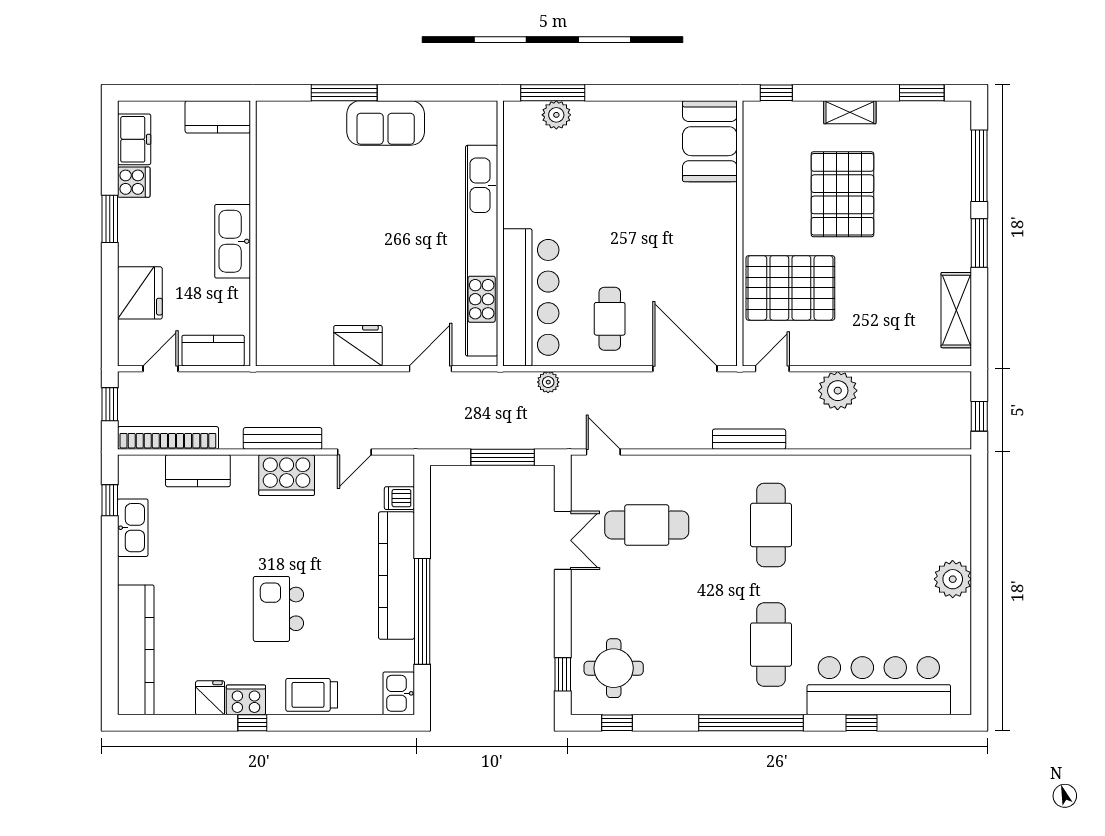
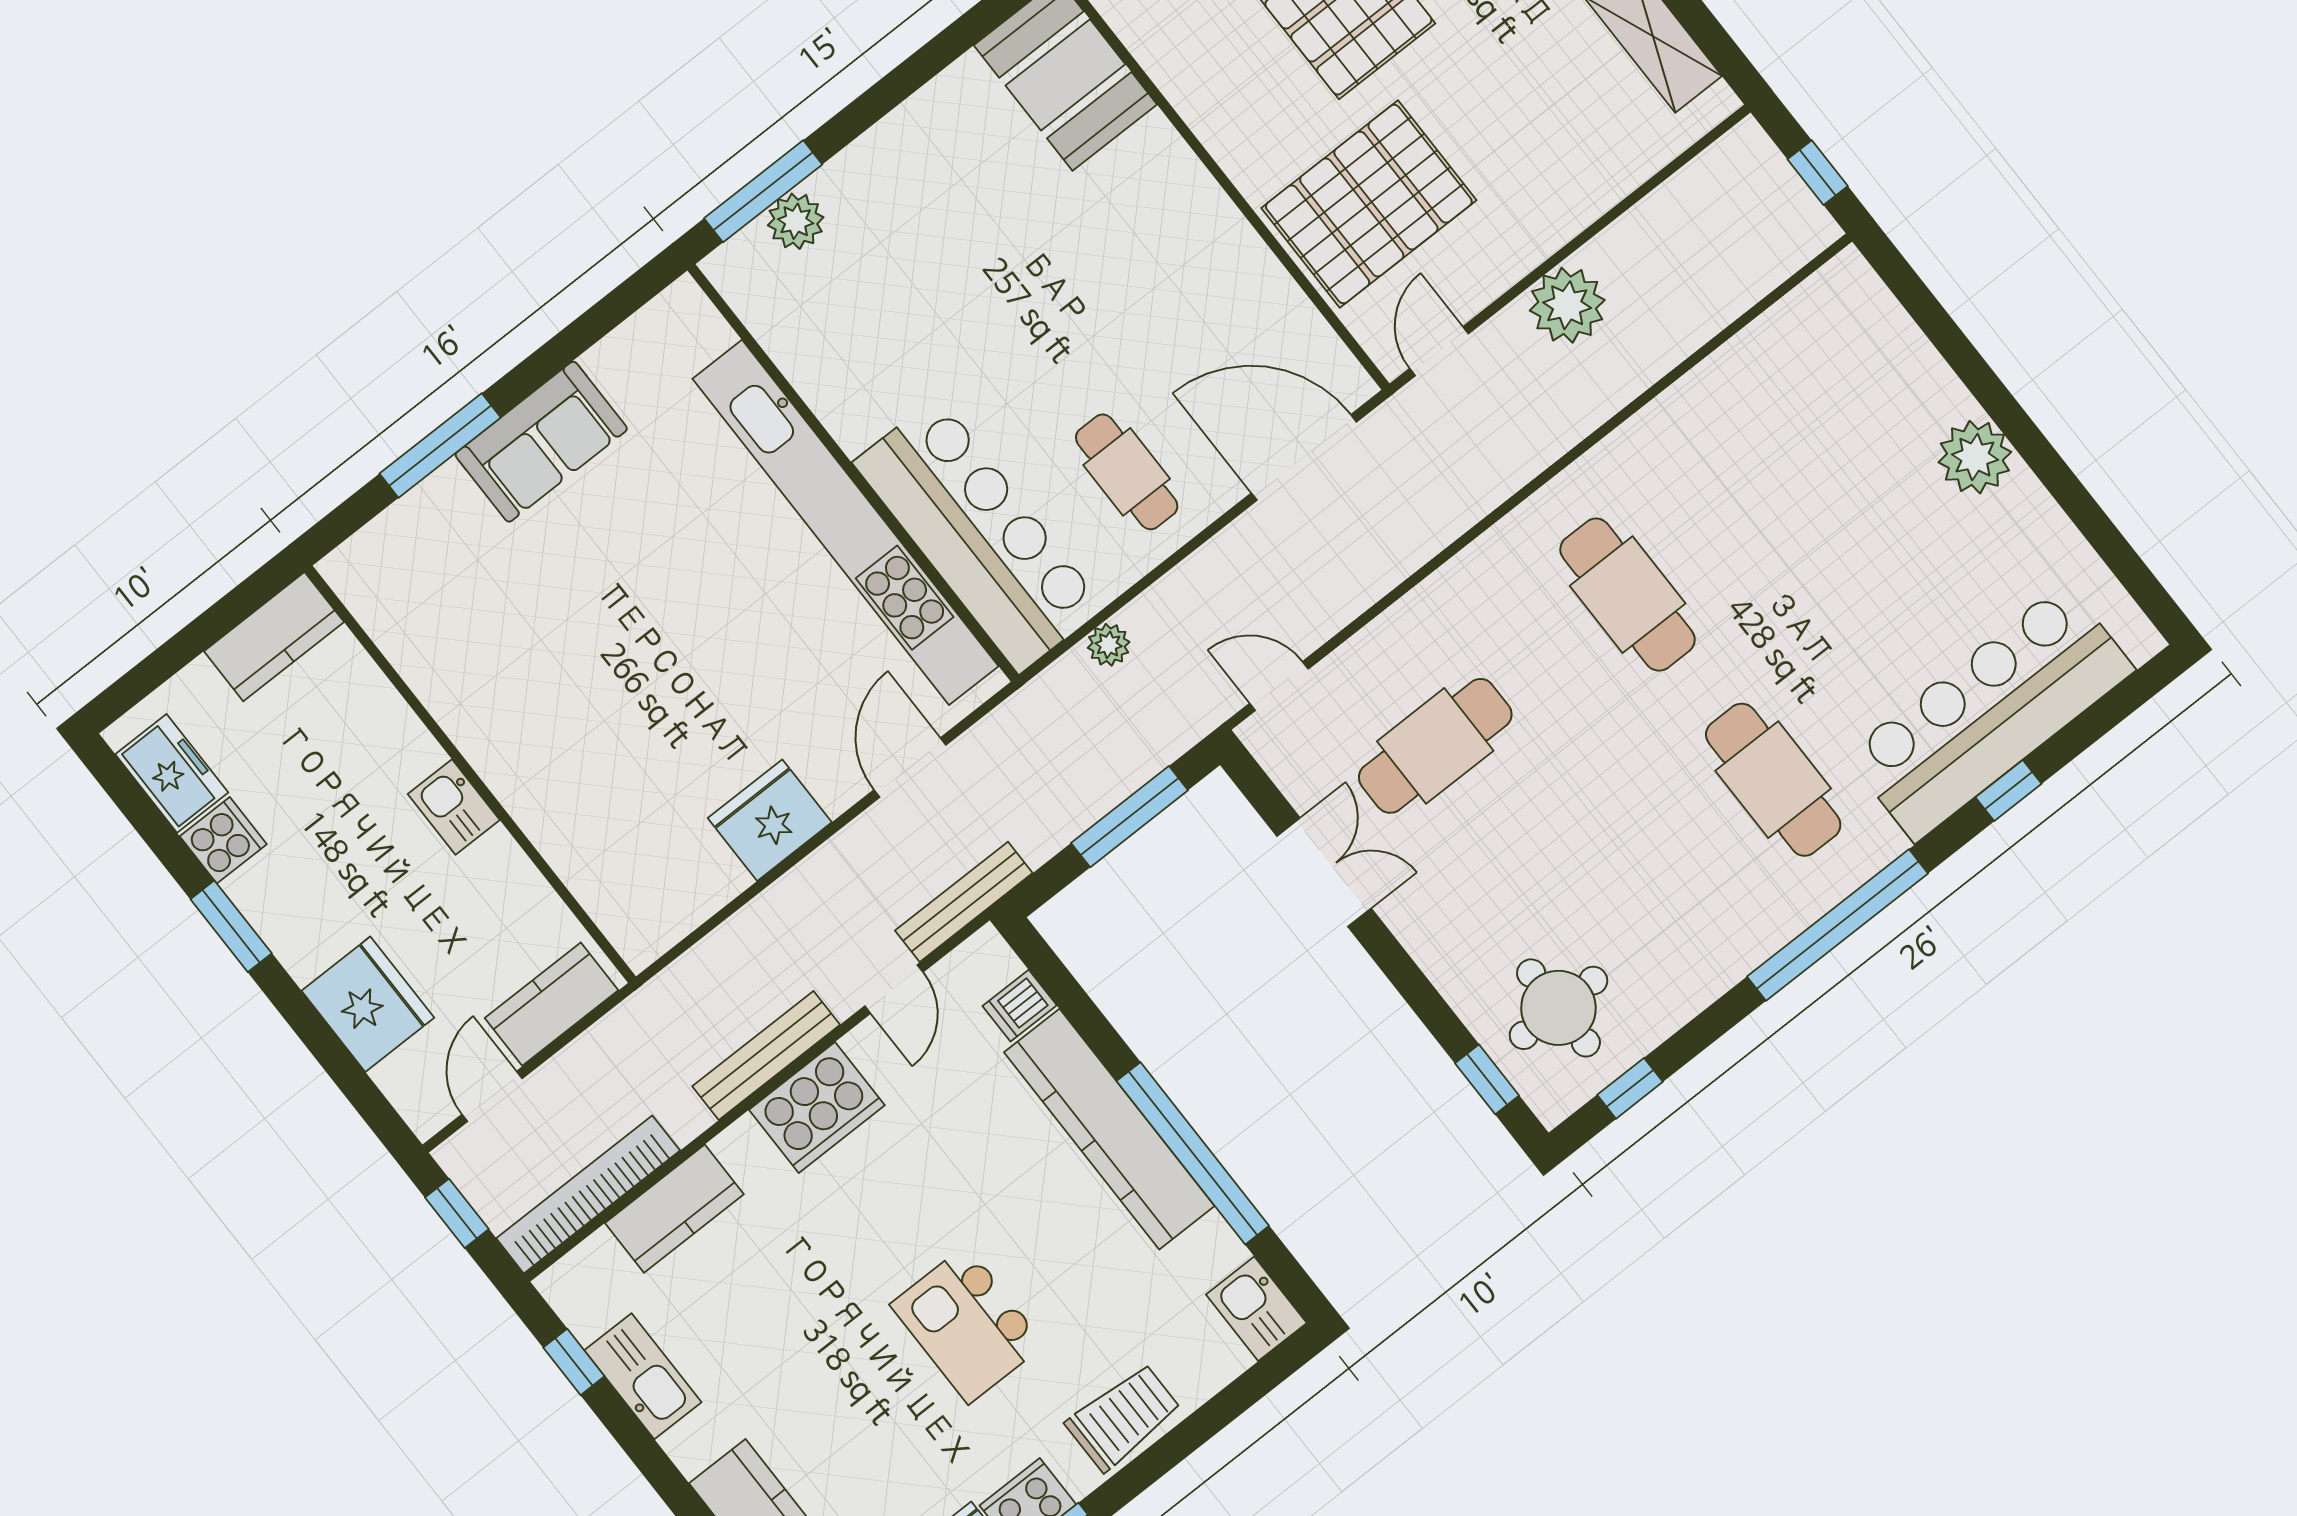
kitchen sink: (233, 241) -> (454, 807), width x0.53, depth x0.81
bench: (749, 439) -> (964, 902), moved
trolley: (312, 695) -> (1123, 1417), turned 180

